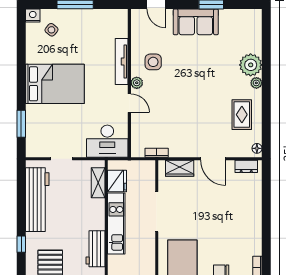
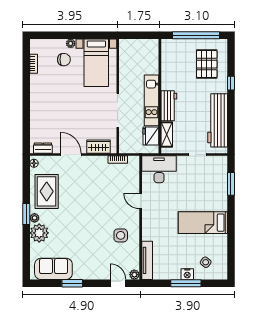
nightstand: (33, 16) -> (187, 274), moved
sofa: (196, 22) -> (53, 269), moved
tv unit: (122, 62) -> (147, 260), moved
plant: (137, 83) -> (134, 275), moved
bed: (55, 84) -> (203, 223), width x0.67
window: (266, 88) -> (26, 214), added
rug: (242, 115) -> (47, 191), width x1.36, depth x1.43
workbench: (95, 249) -> (169, 106), moved

